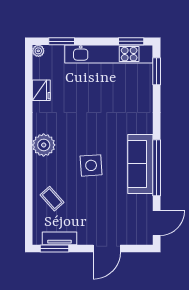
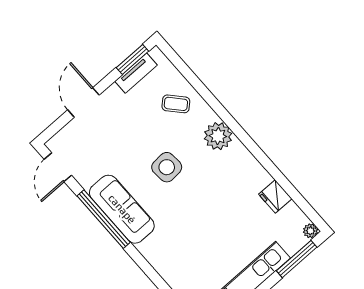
window: (62, 41) -> (297, 259), width x1.44
plant: (44, 145) -> (218, 136), moved

